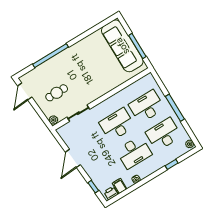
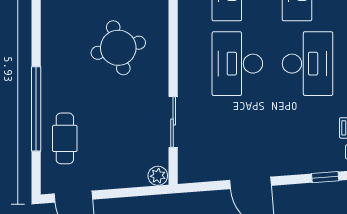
round table: (95, 73) -> (118, 48), added
cafe table: (57, 93) -> (65, 138), moved

